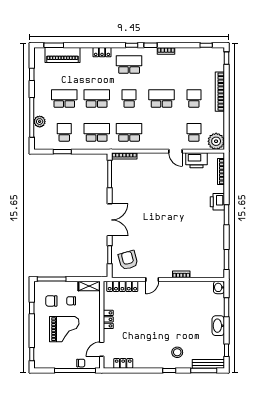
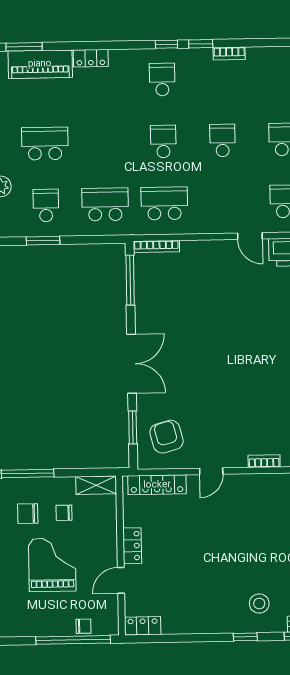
locker: (102, 52) -> (91, 58), moved
school desk: (129, 65) -> (162, 80), width x0.54
school desk: (97, 98) -> (104, 142), removed
school desk: (161, 98) -> (222, 140), width x0.54
grand piano: (64, 329) -> (52, 565), turned -90
door: (102, 349) -> (121, 580), moved
locker: (123, 363) -> (143, 626), moved

